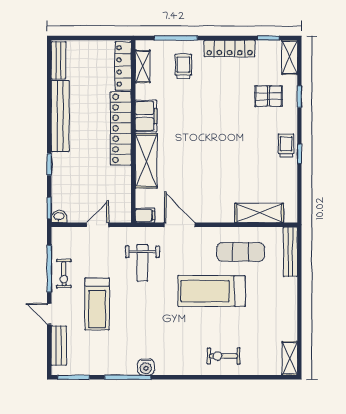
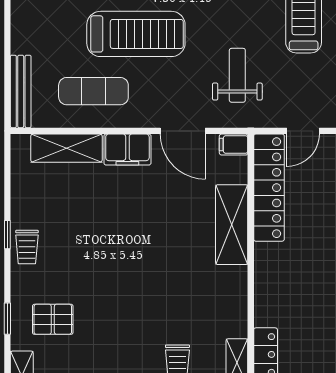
filing cabinet: (146, 116) -> (127, 150), moved, turned -90
locker: (121, 128) -> (269, 188), moved

